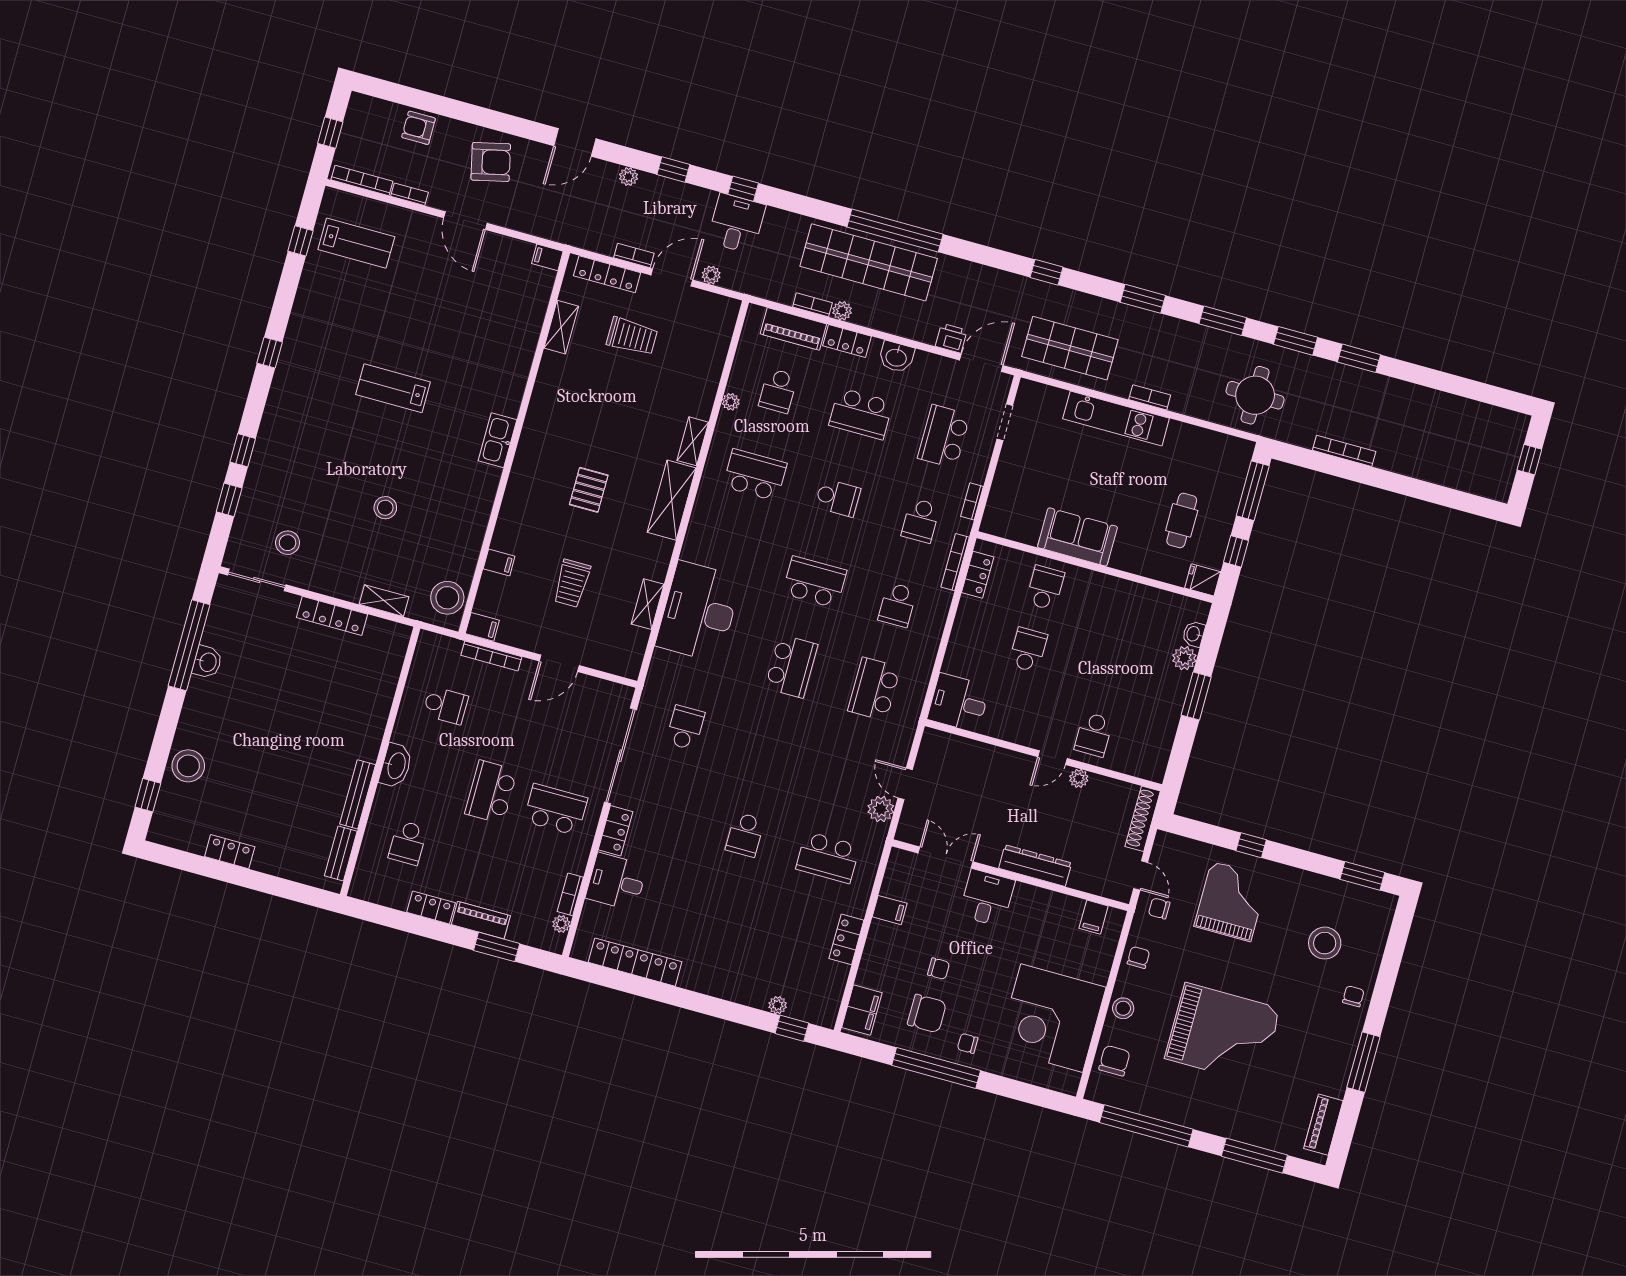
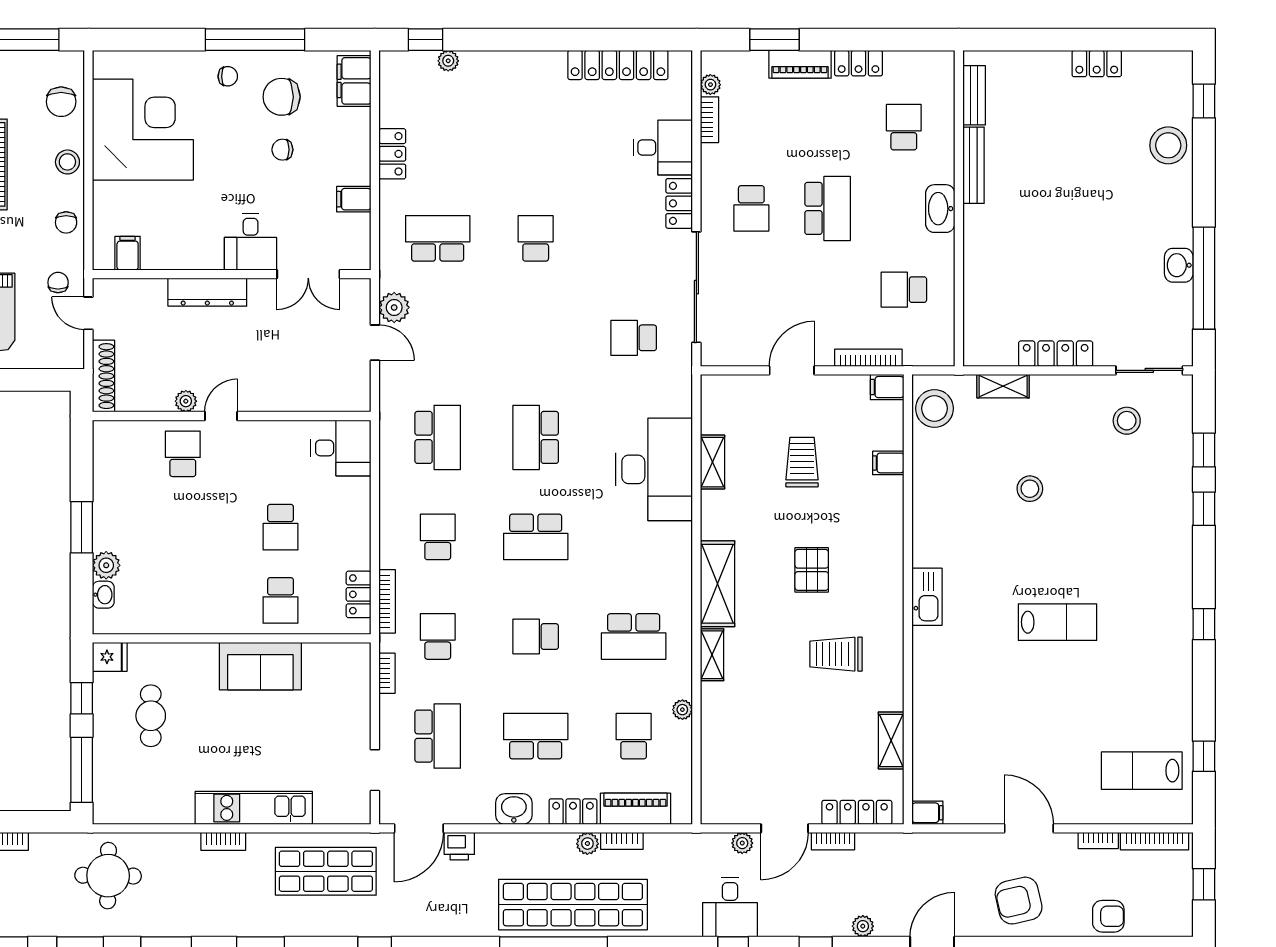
trolley: (632, 336) -> (836, 654), moved
school desk: (685, 728) -> (634, 338), turned 90
school desk: (556, 810) -> (751, 208), width x0.54
chair: (1159, 908) -> (58, 282), turned -90

